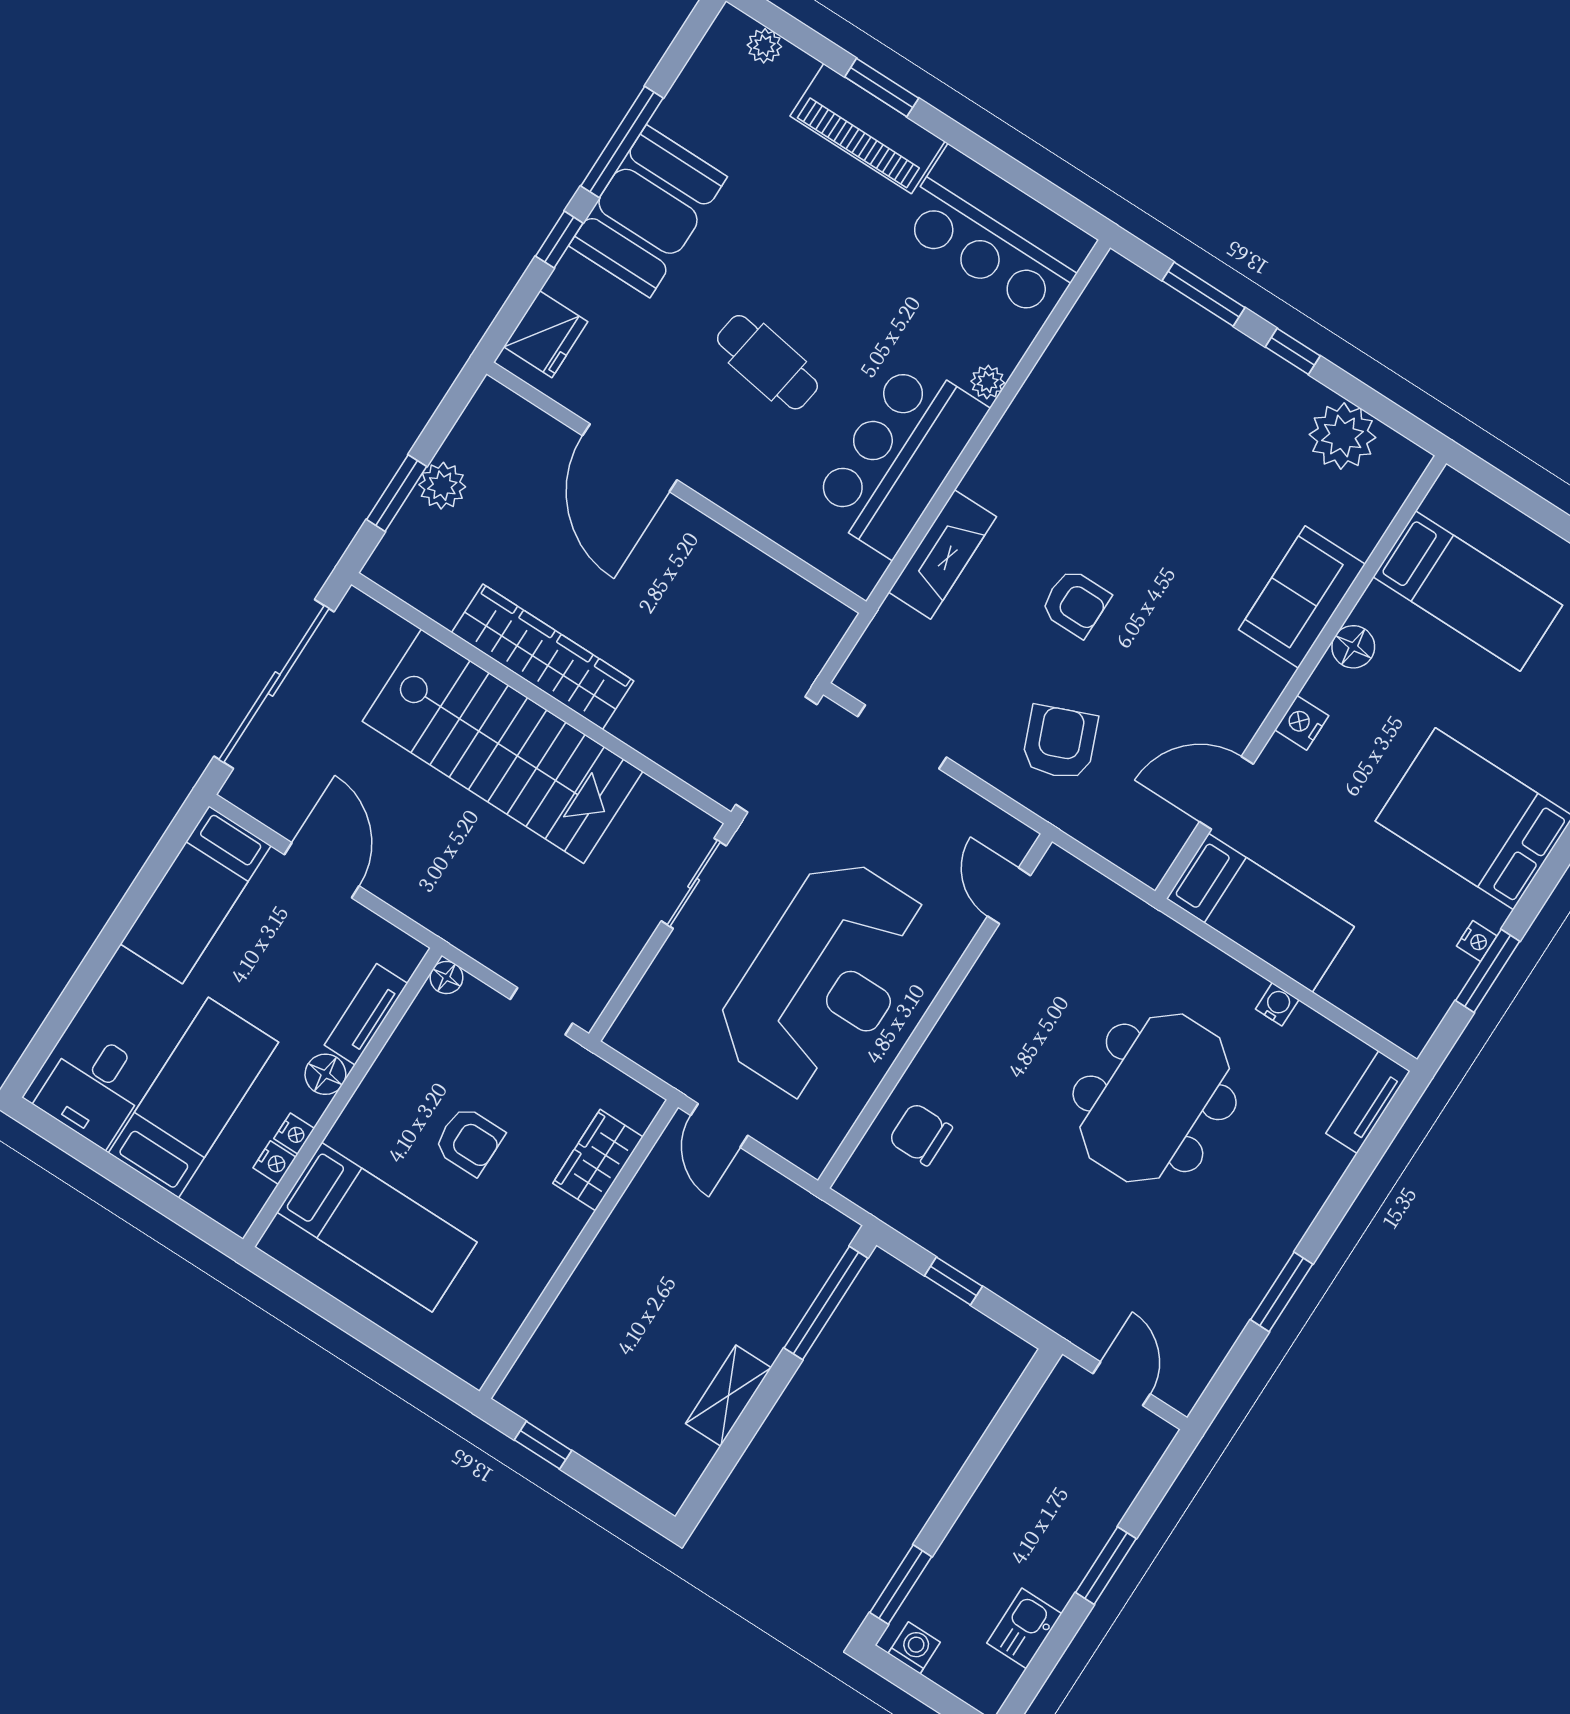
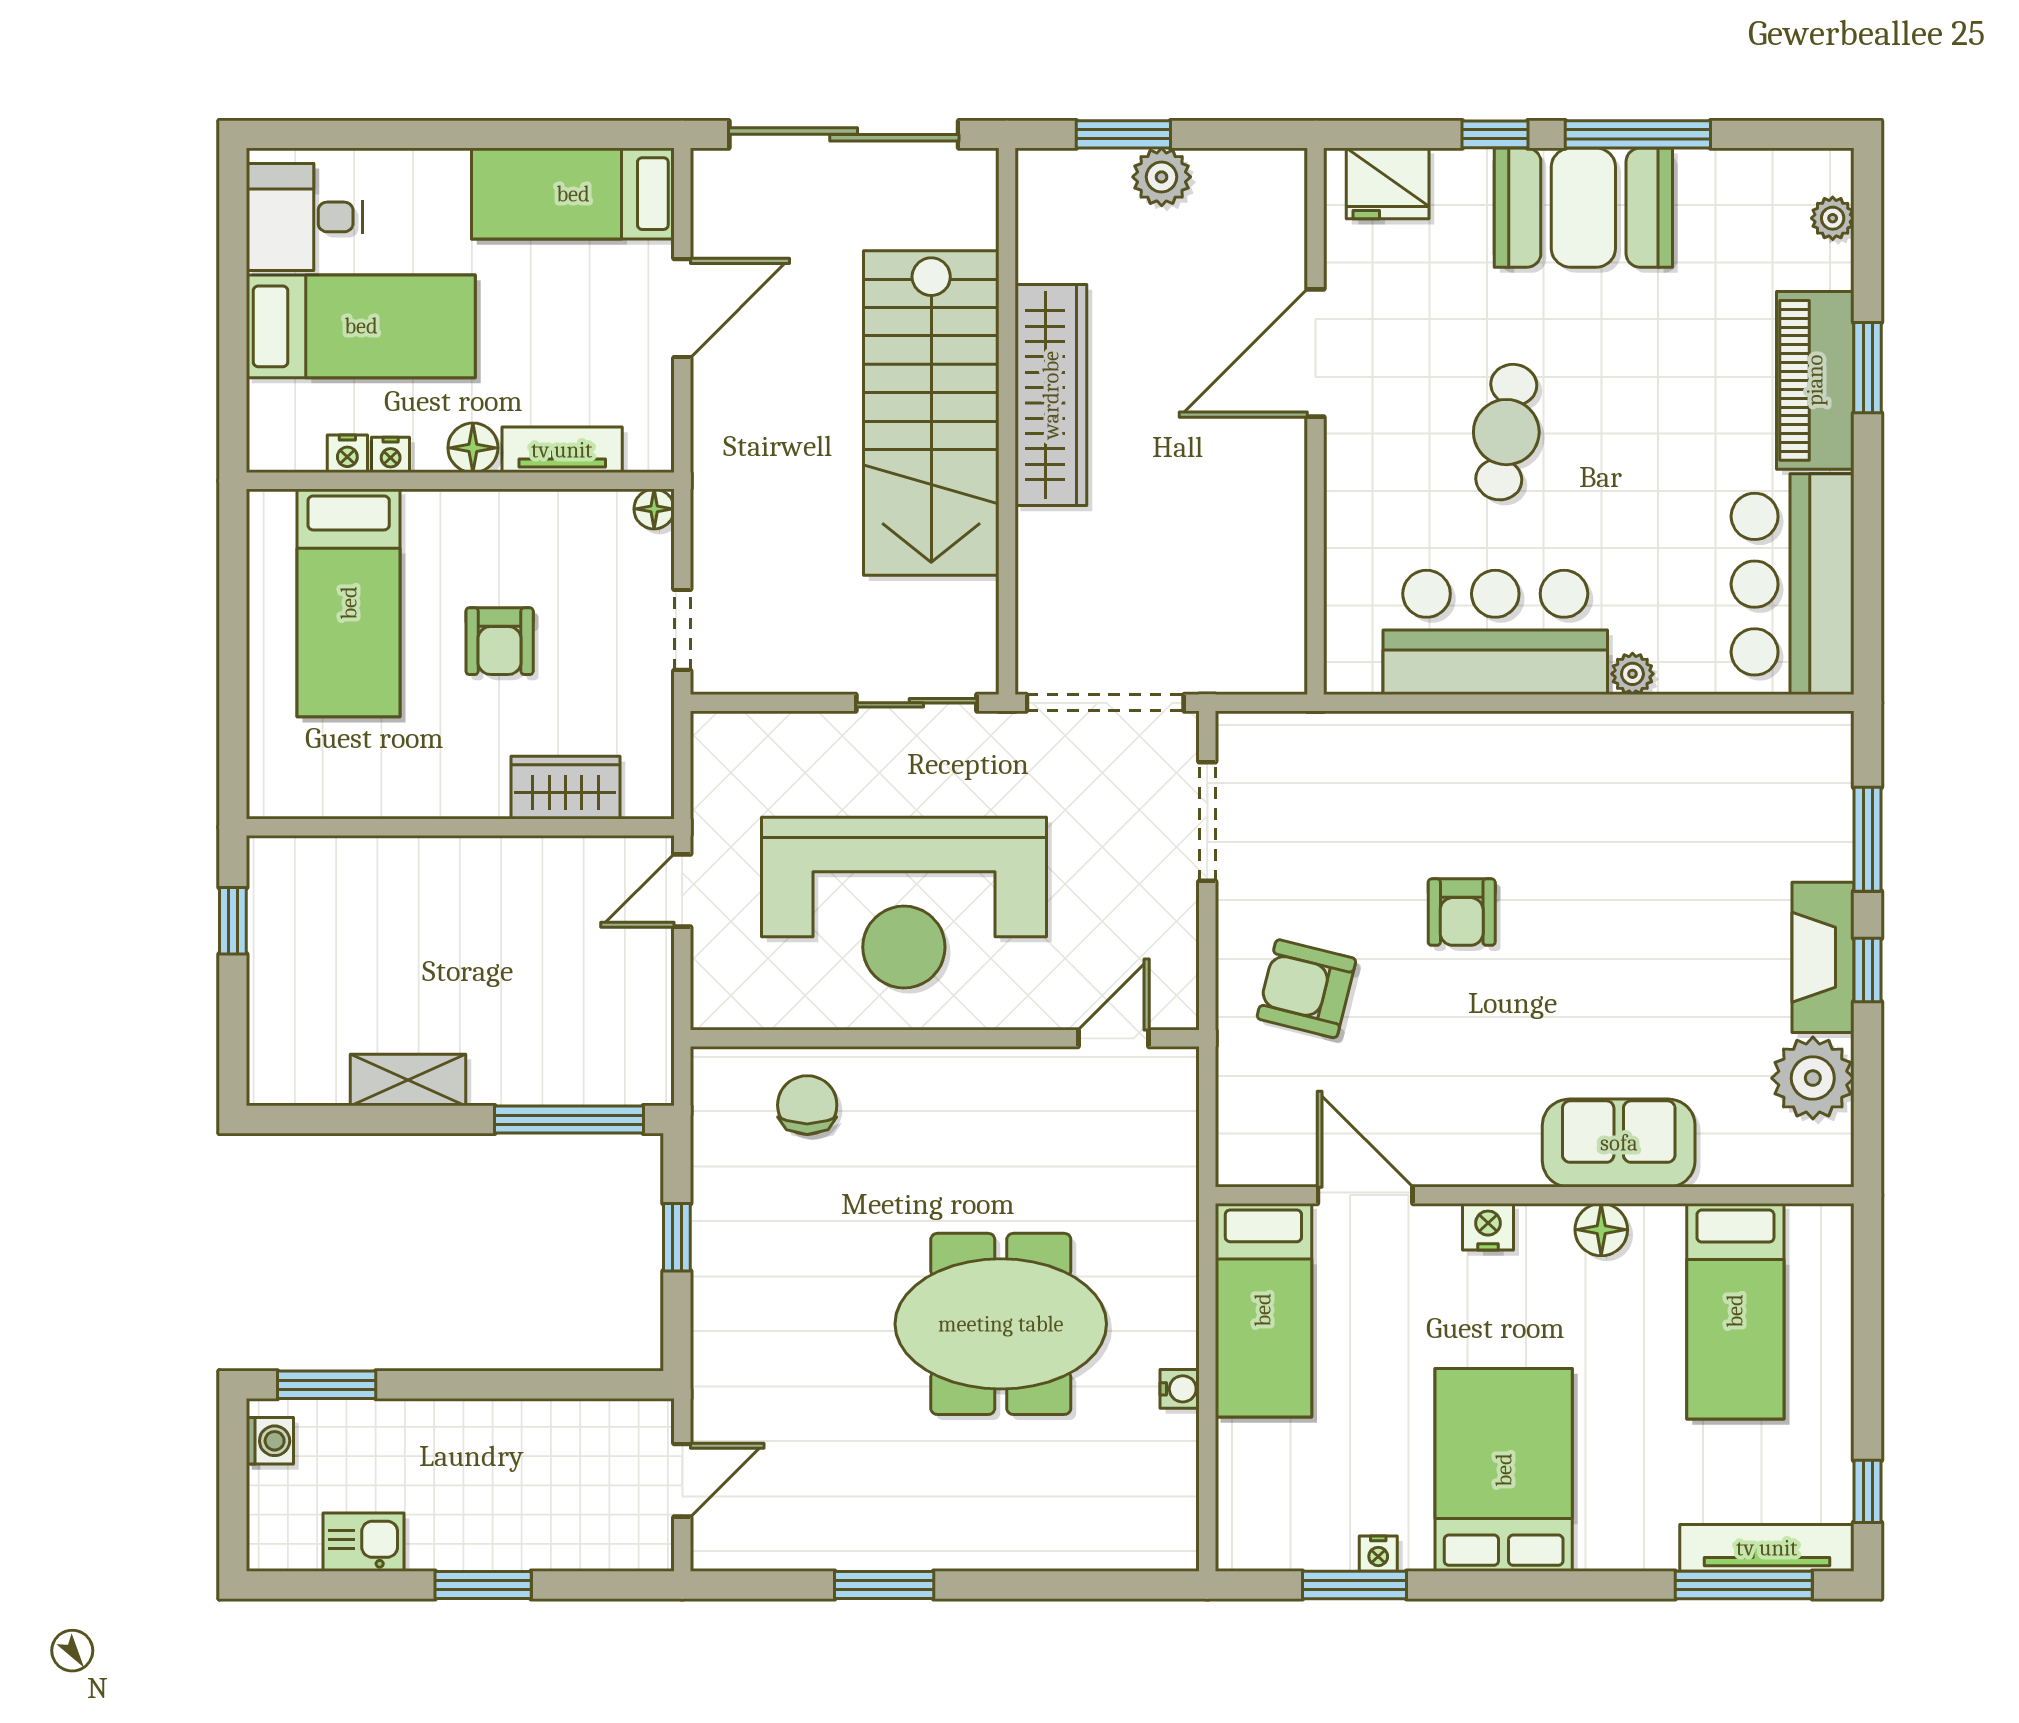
fireplace: (942, 554) -> (1823, 957), moved, turned 90
armchair: (1060, 742) -> (1306, 989), turned -144
tv unit: (1368, 1102) -> (1139, 1548), removed

